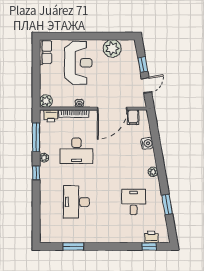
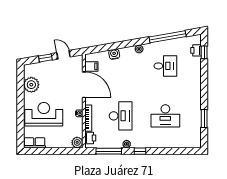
desk: (134, 202) -> (165, 66), turned 180
window: (167, 204) -> (168, 37), width x2.11

